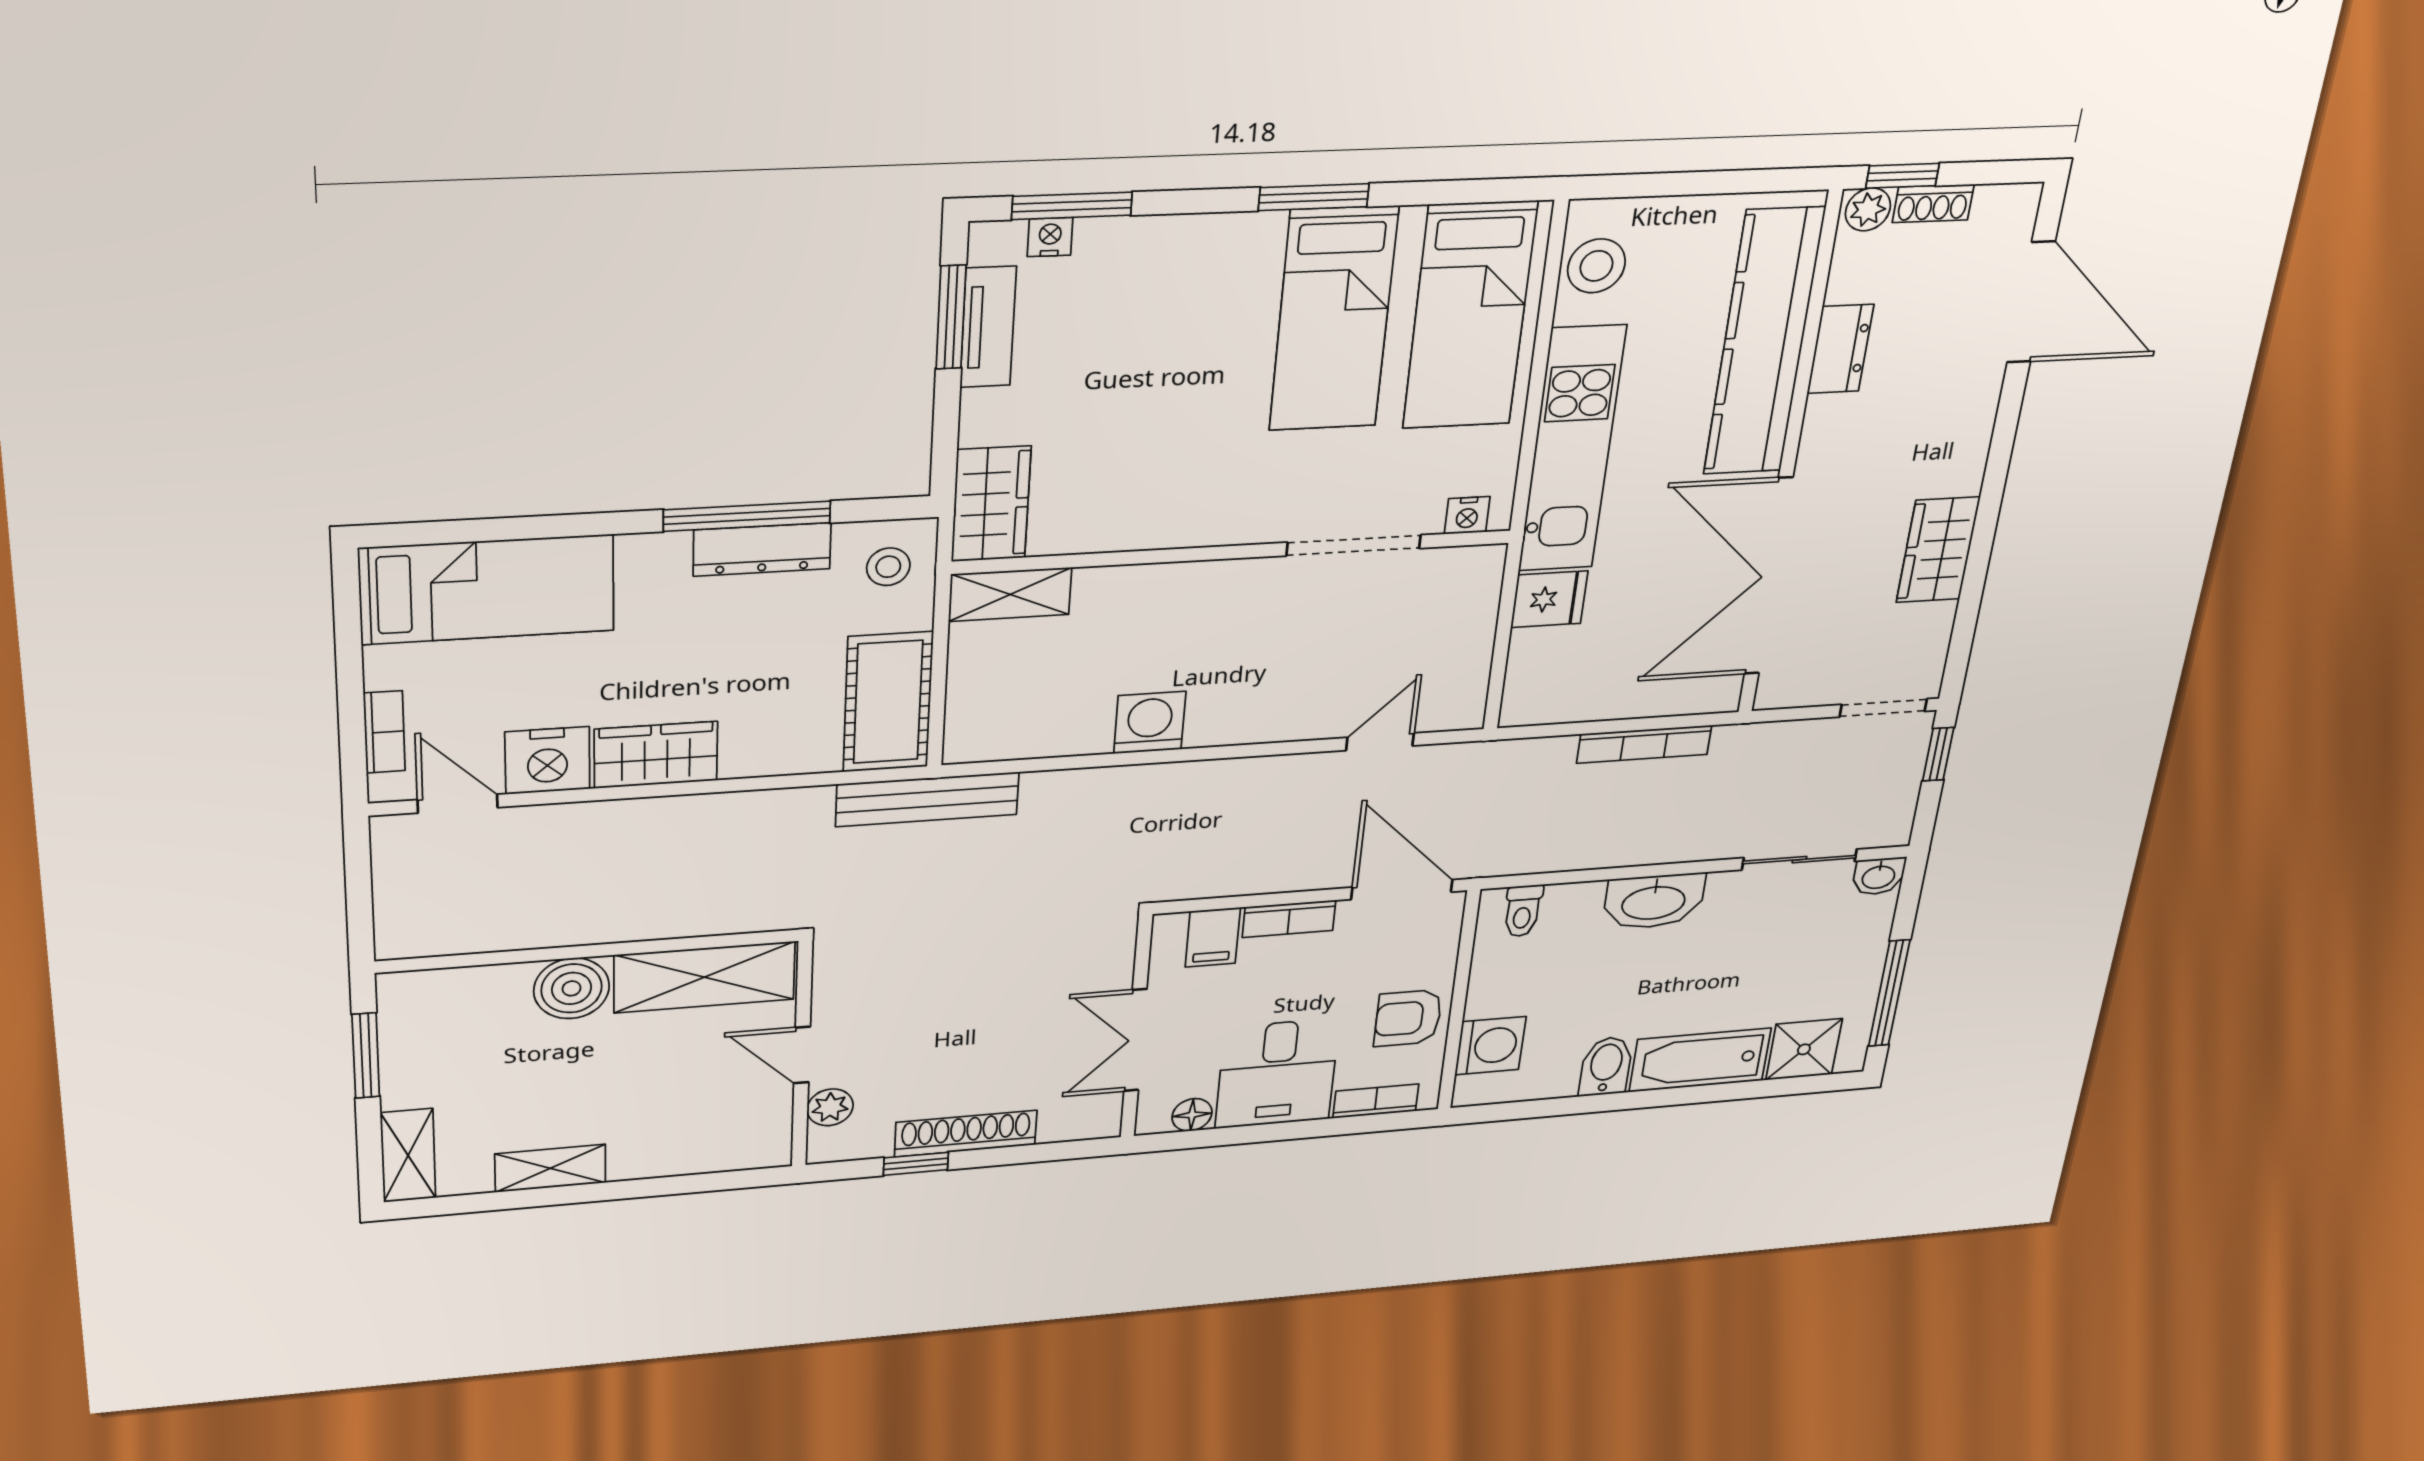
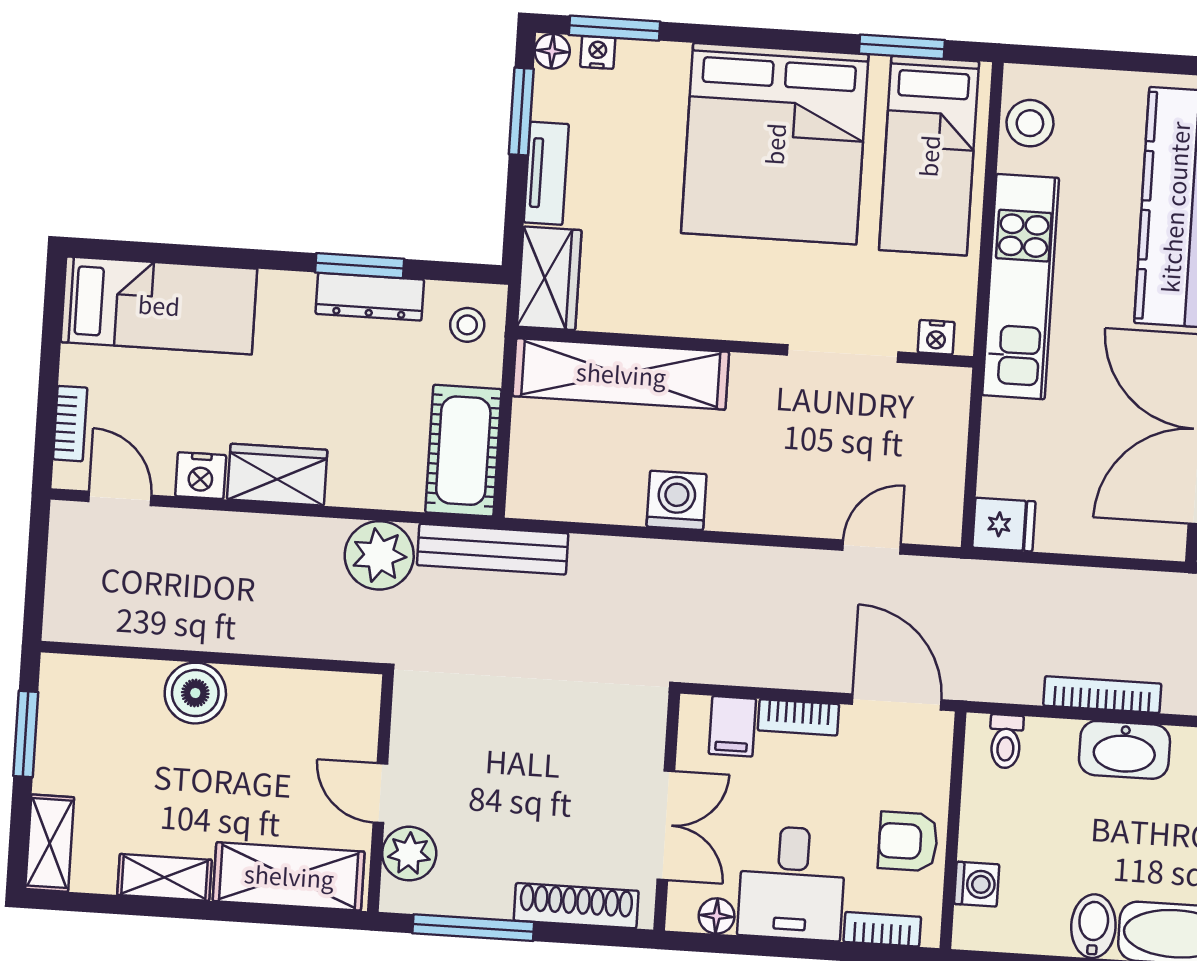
window: (1314, 197) -> (902, 47), moved
floor lamp: (990, 241) -> (552, 51), added
bed: (1333, 319) -> (775, 144), width x2.04
tv unit: (988, 327) -> (546, 173), moved
window: (747, 516) -> (360, 266), width x0.69
shelving: (1010, 594) -> (621, 374), width x2.20, depth x1.33
fridge: (1549, 599) -> (1004, 525), moved
bookcase: (1644, 744) -> (1102, 695), moved, turned 180
nightstand: (547, 761) -> (201, 476), width x0.74, depth x0.75
plant: (789, 823) -> (379, 555), added
shelving: (705, 977) -> (289, 876), moved
double door: (1135, 1040) -> (666, 825), swing flipped
washing machine: (1490, 1046) -> (977, 884), width x0.73, depth x0.73
plant: (830, 1107) -> (409, 854), width x1.38, depth x1.38
shoe rack: (966, 1134) -> (576, 906), moved
window: (916, 1164) -> (473, 928), width x2.17

